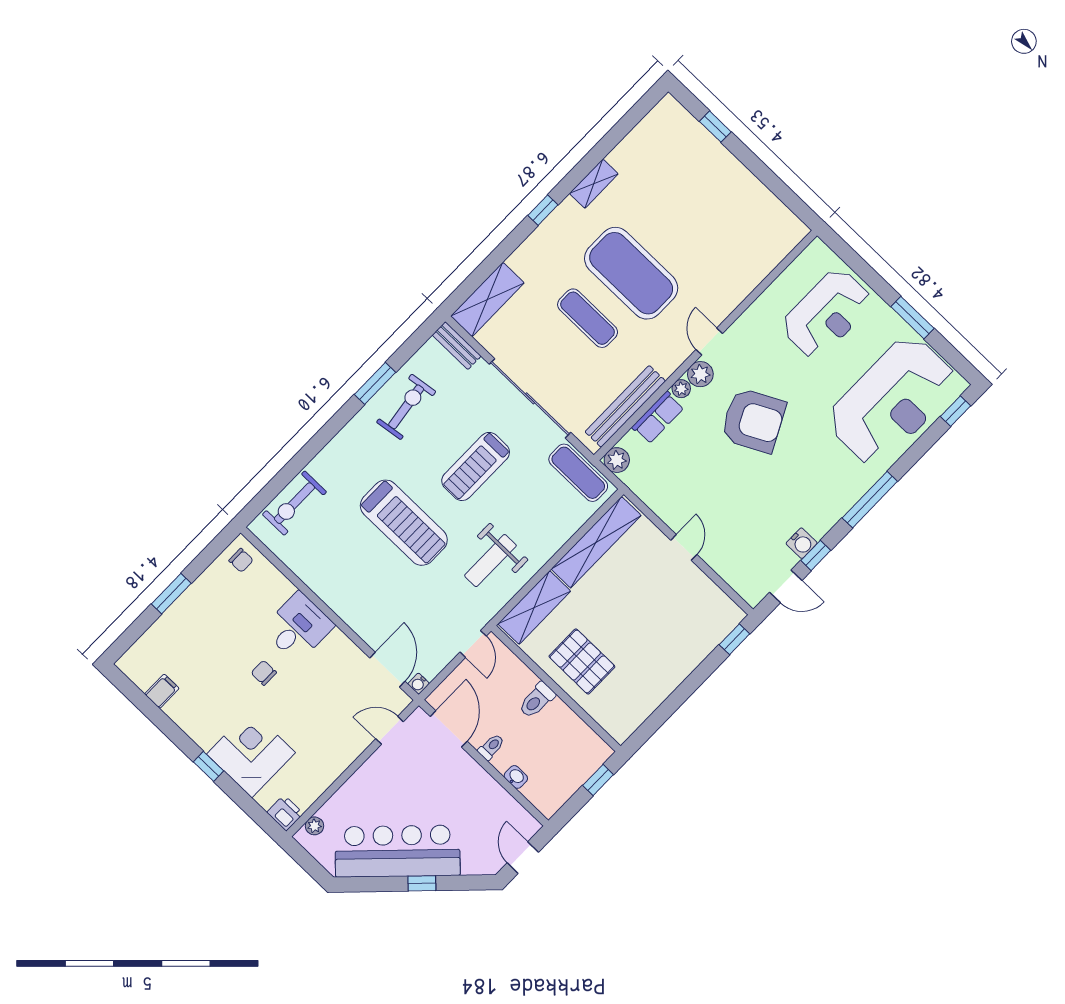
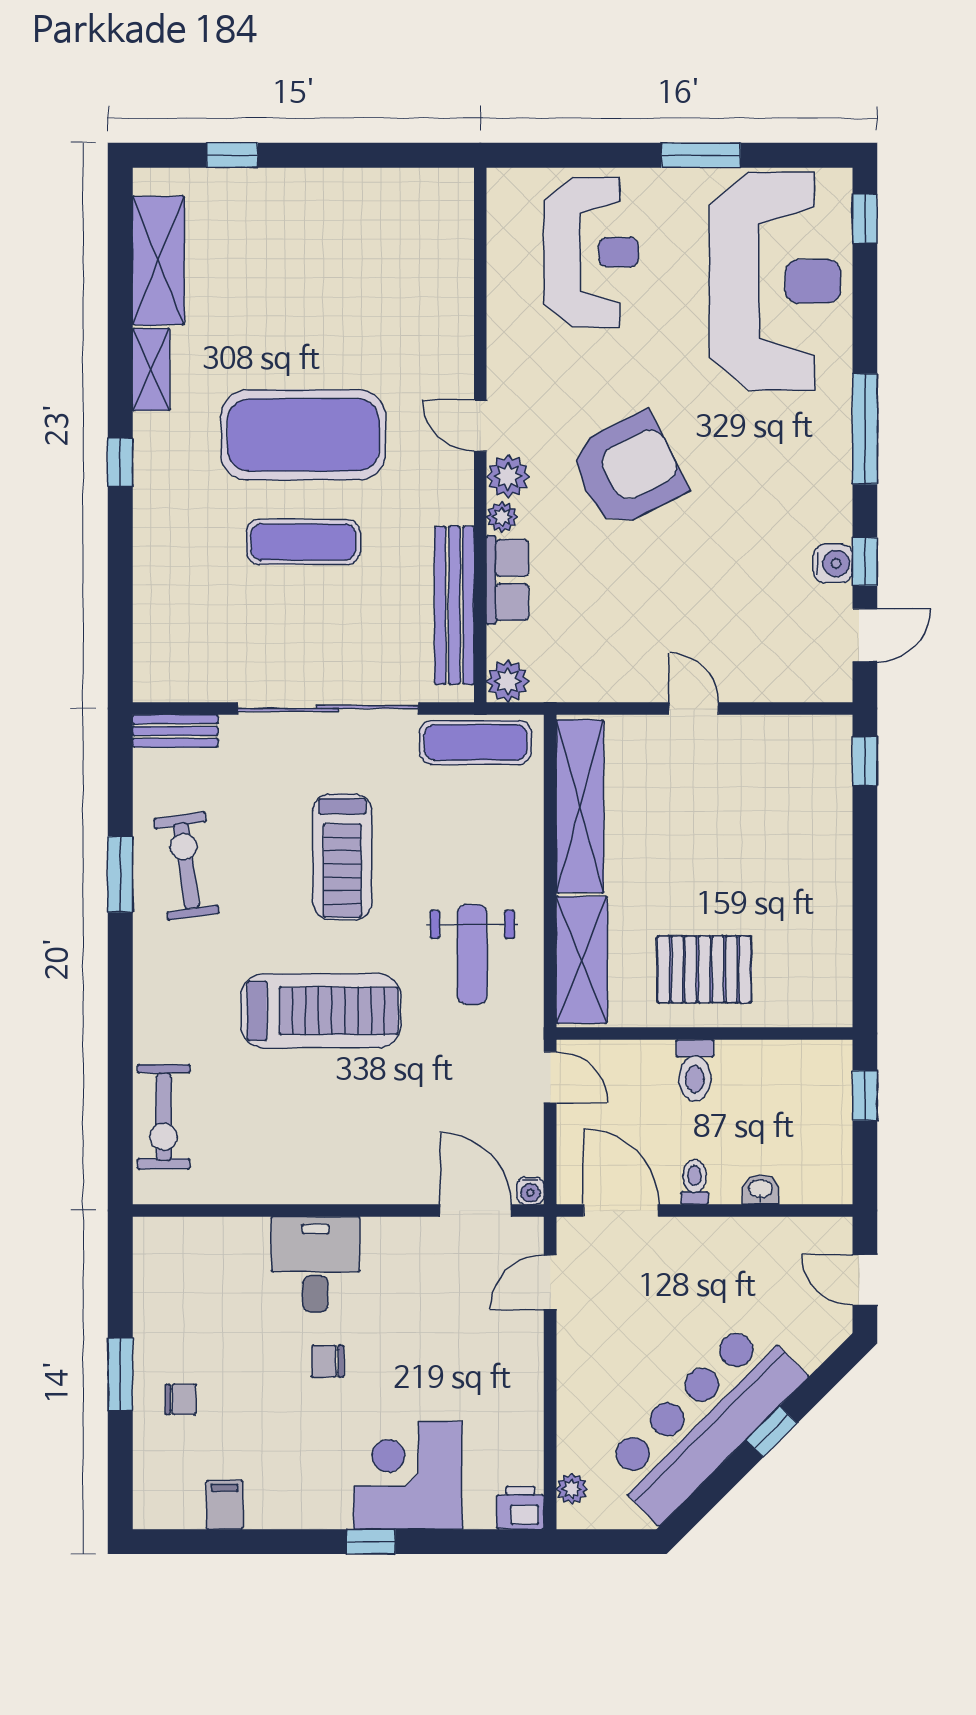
shelving: (487, 300) -> (158, 261), moved
chair: (241, 560) -> (180, 1399), moved

